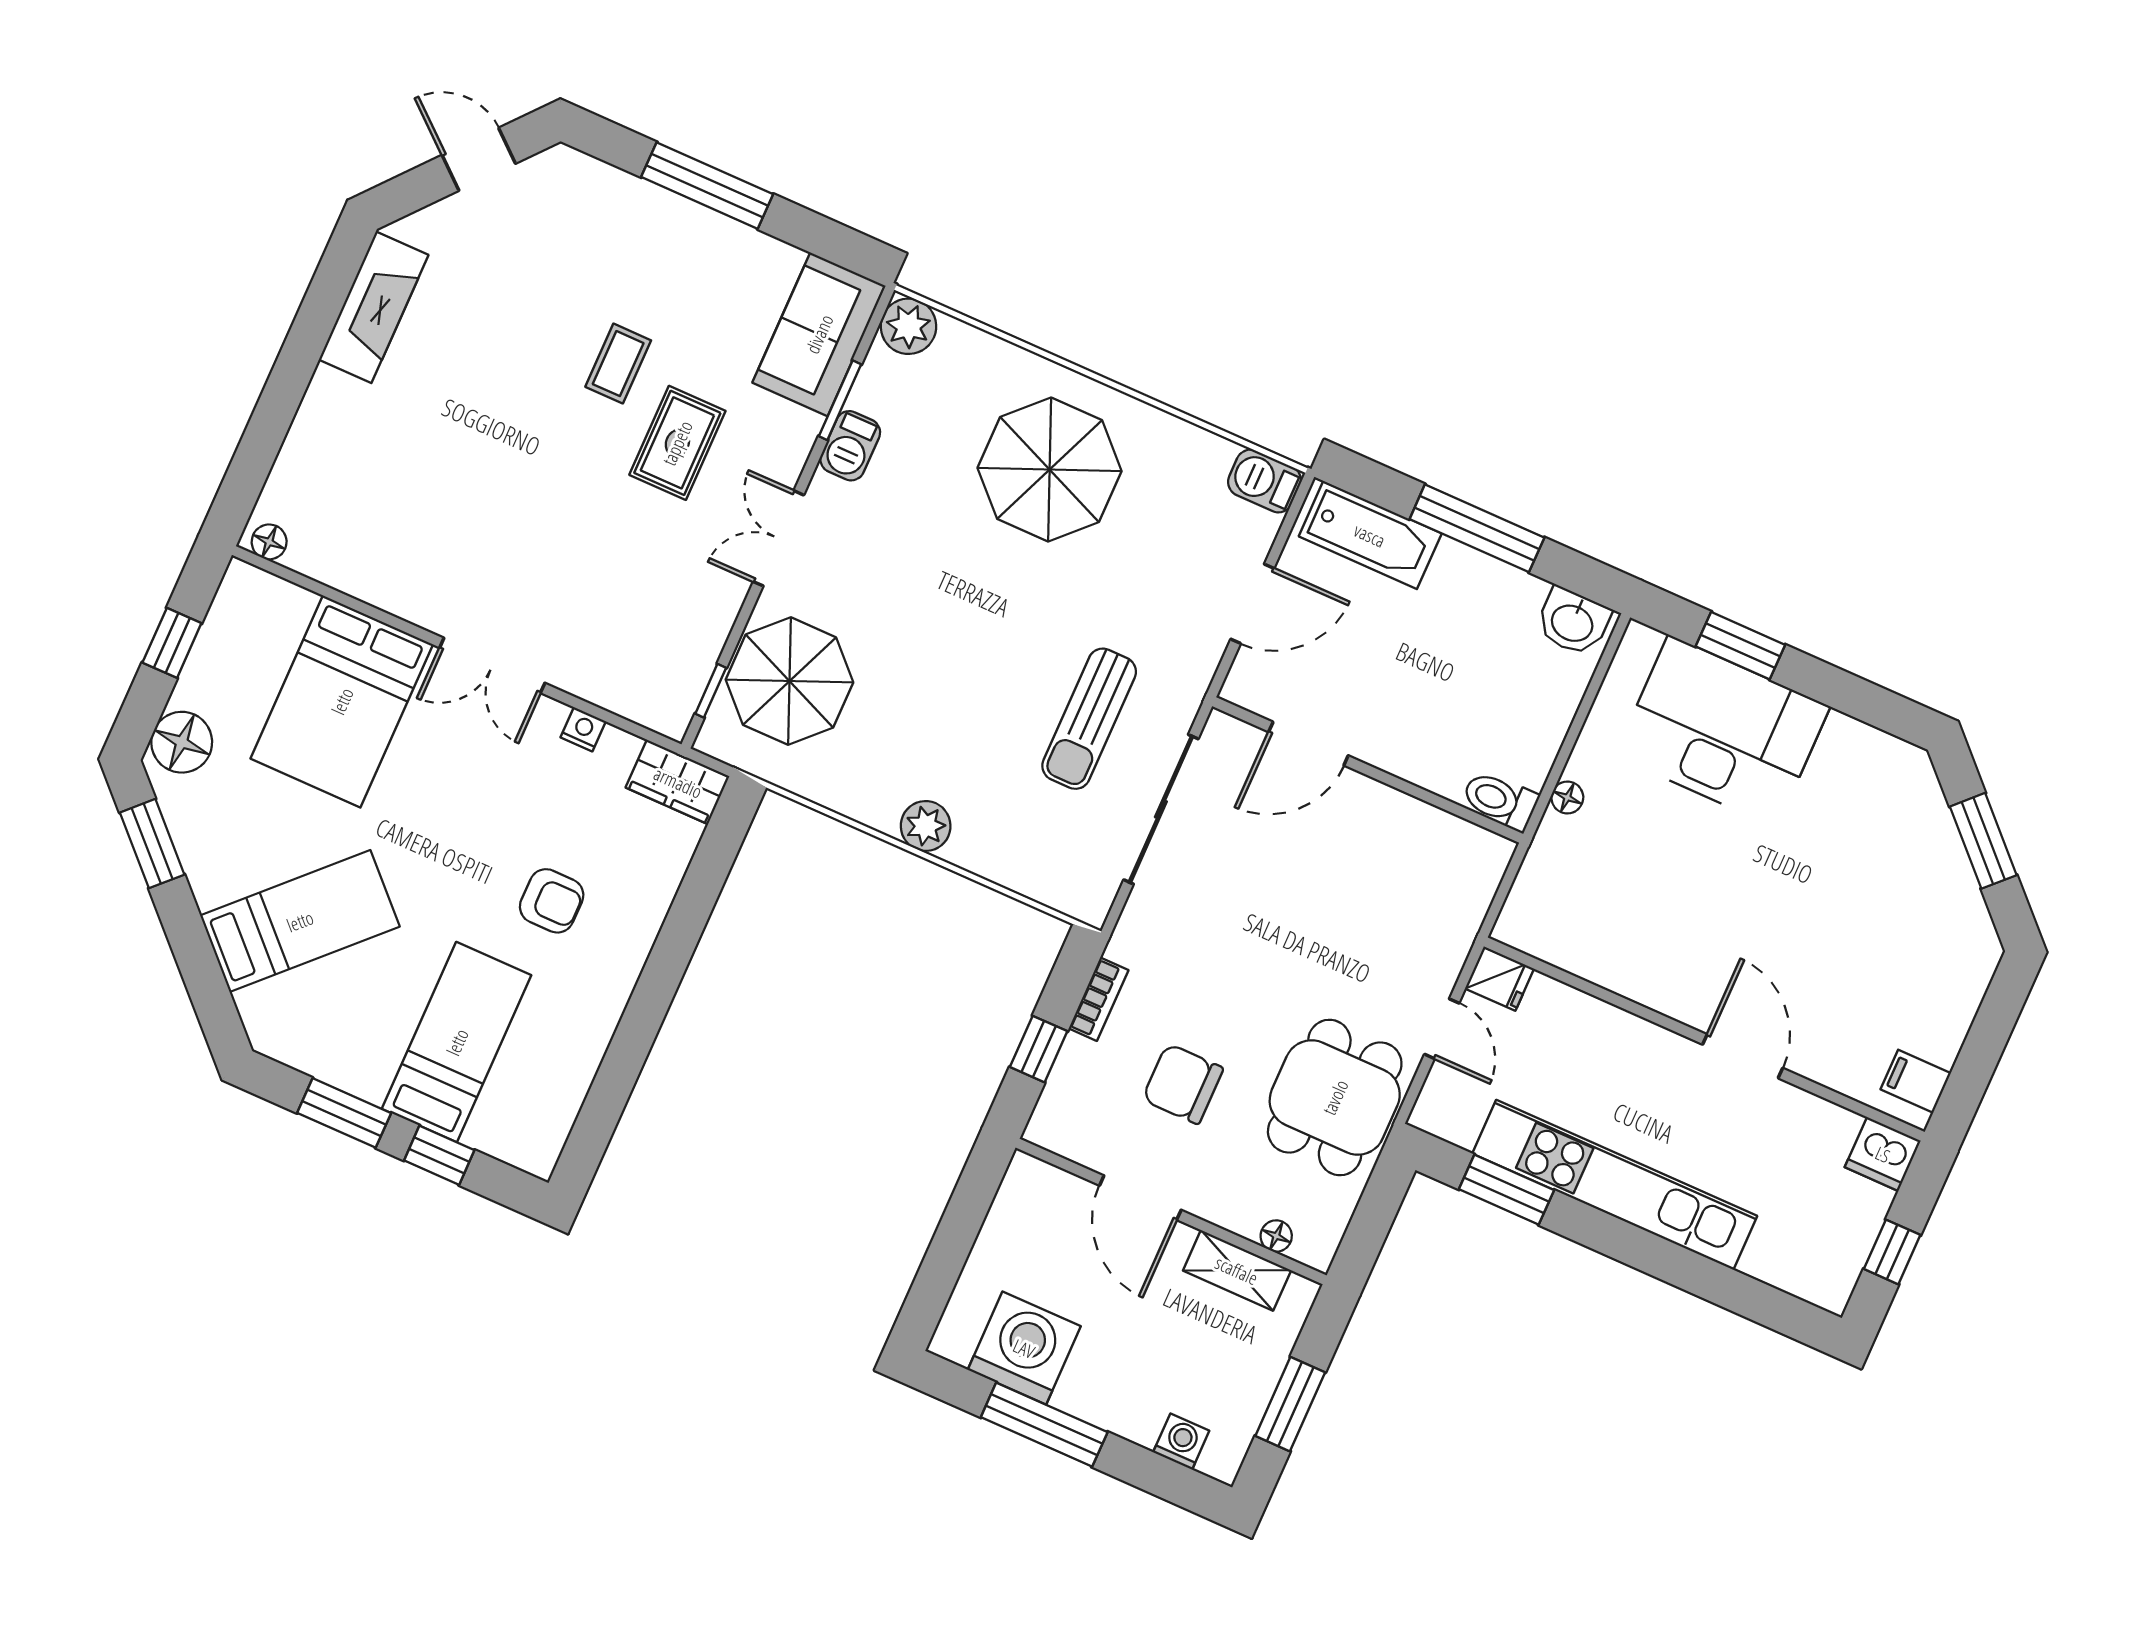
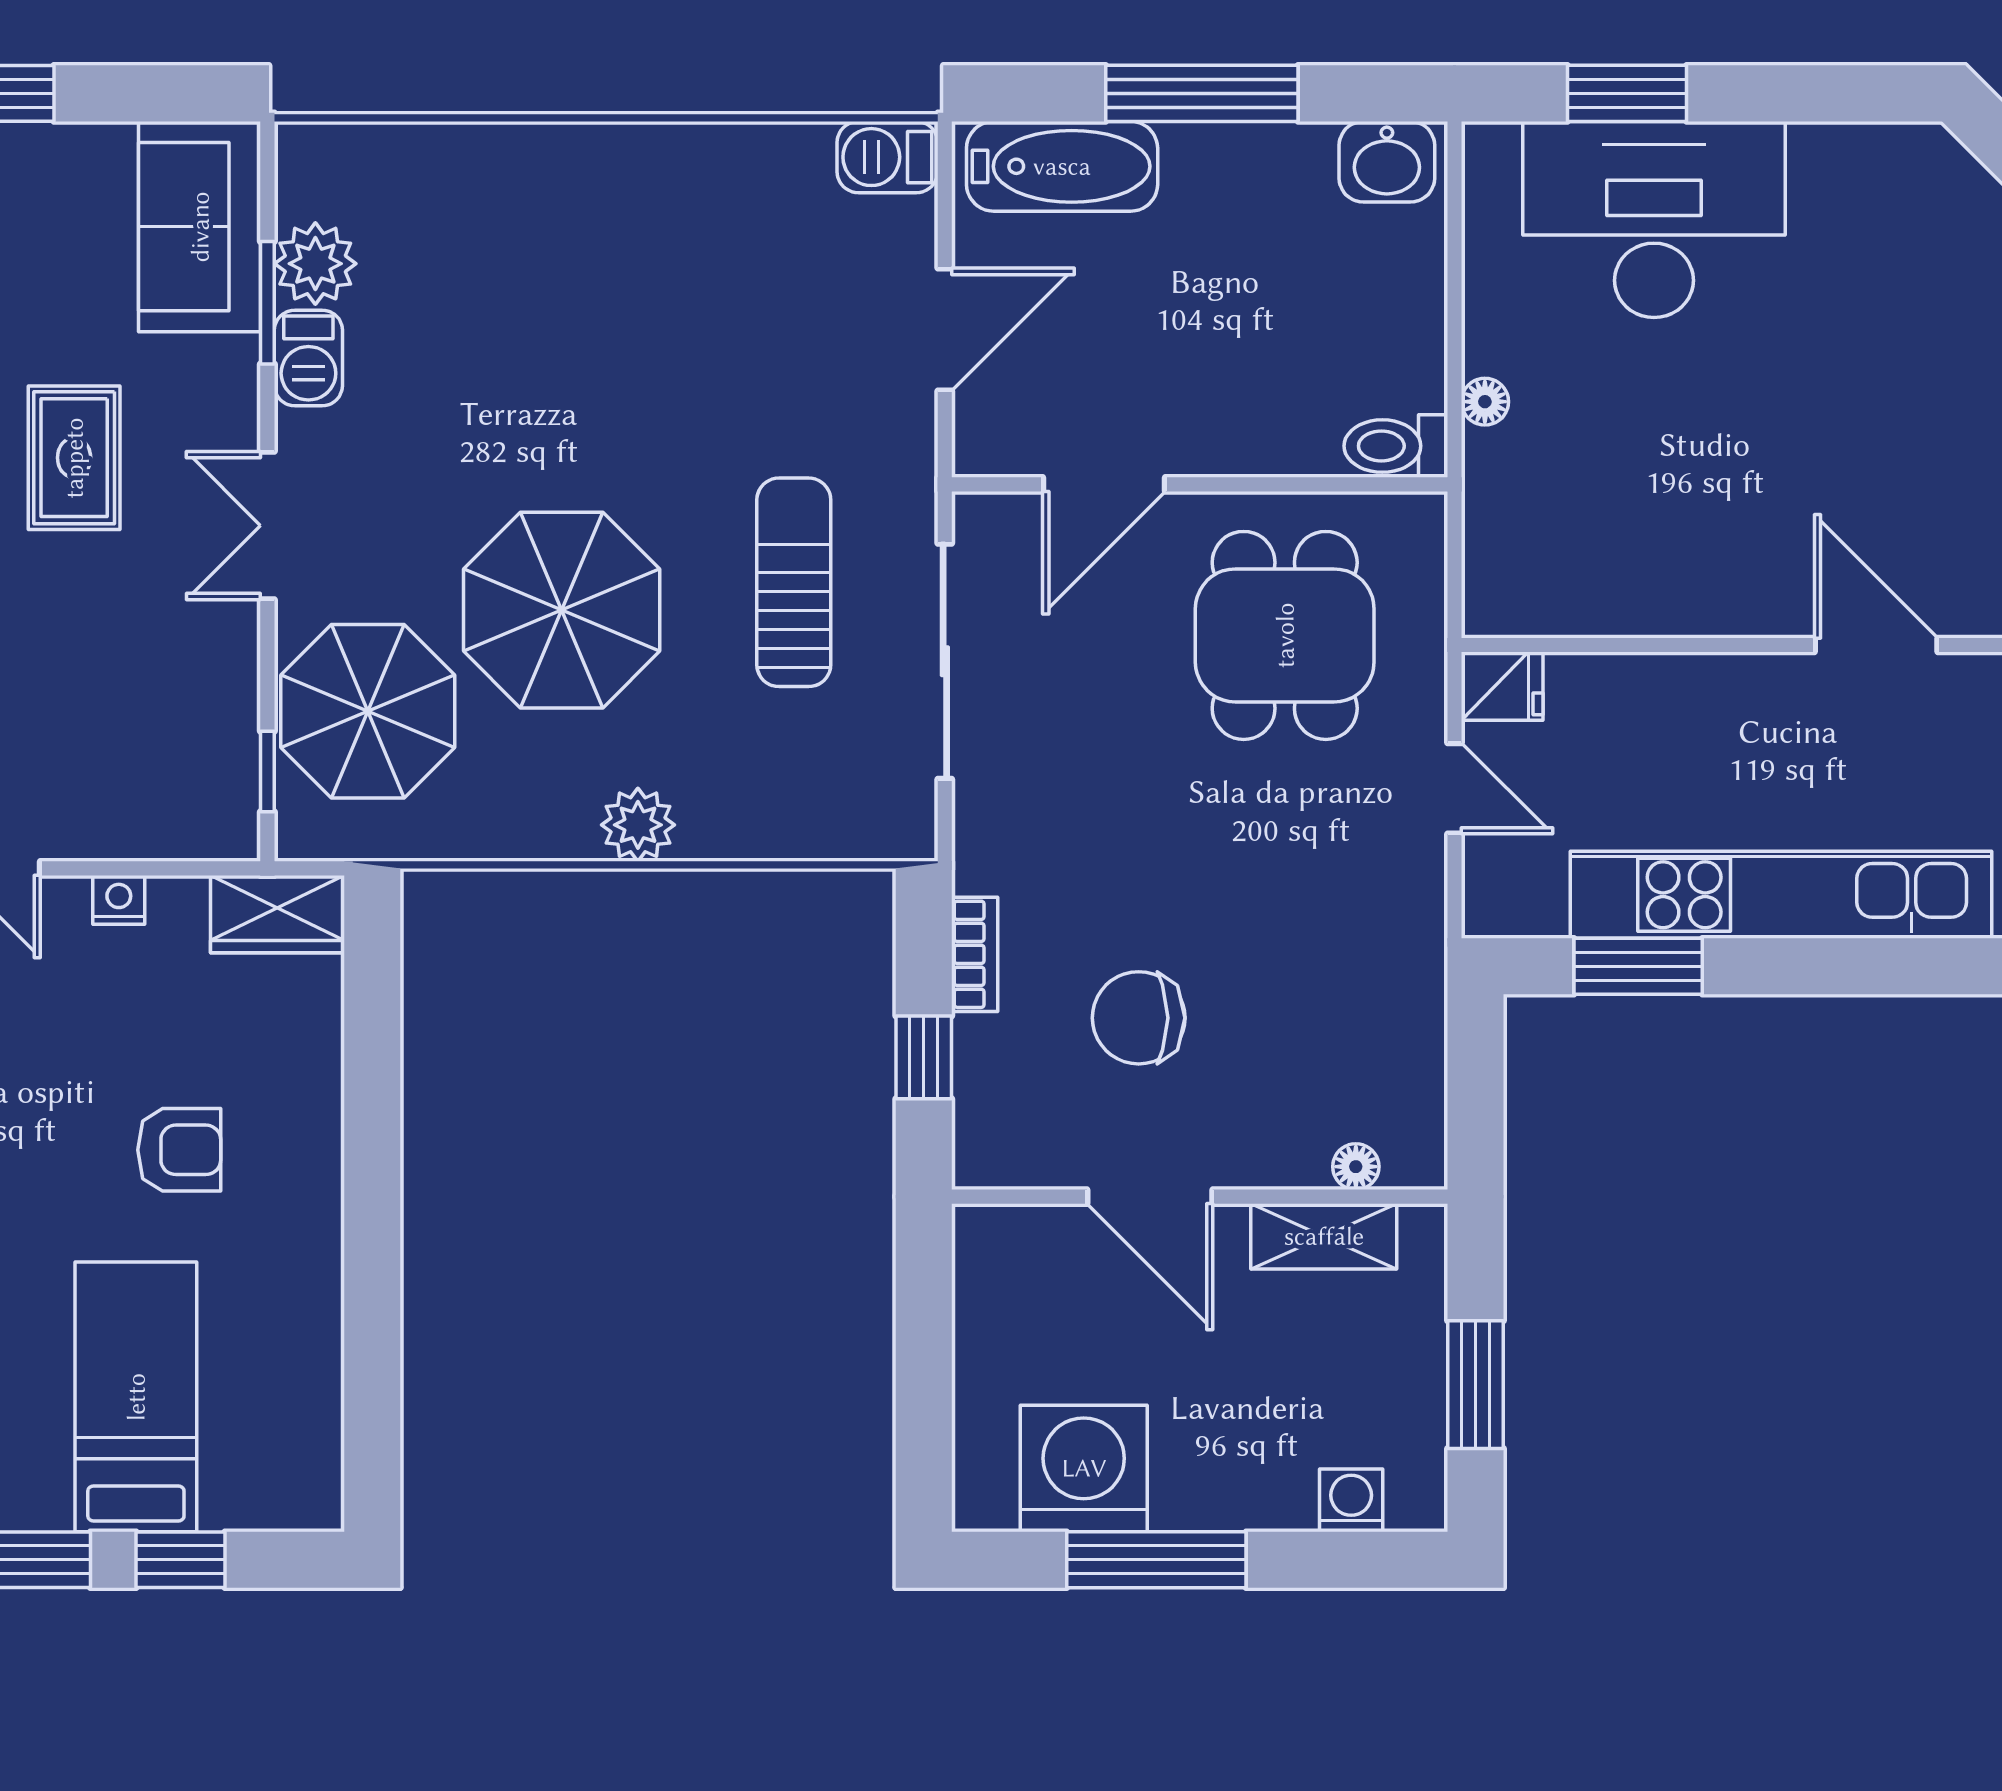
plant: (908, 326) -> (315, 264), moved
parasol: (1050, 470) -> (562, 610), moved
sun lounger: (1089, 719) -> (794, 582), turned 180
dining table: (1335, 1097) -> (1285, 635), moved

